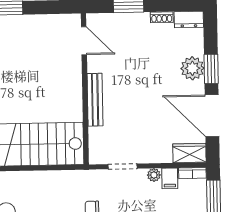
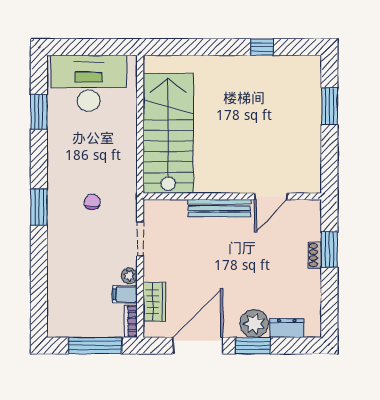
shoe rack: (162, 17) -> (315, 255), moved
dresser: (189, 19) -> (287, 328), moved, turned 90
door: (84, 41) -> (271, 196), moved
wardrobe: (189, 153) -> (154, 302), moved

